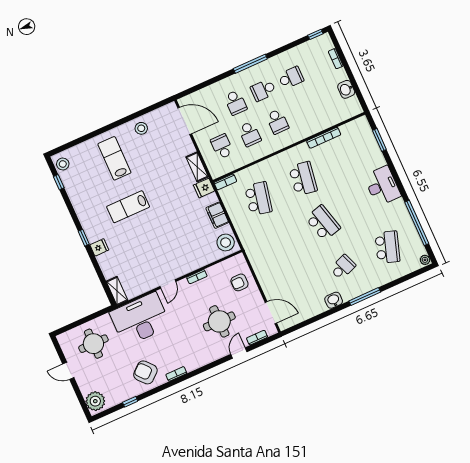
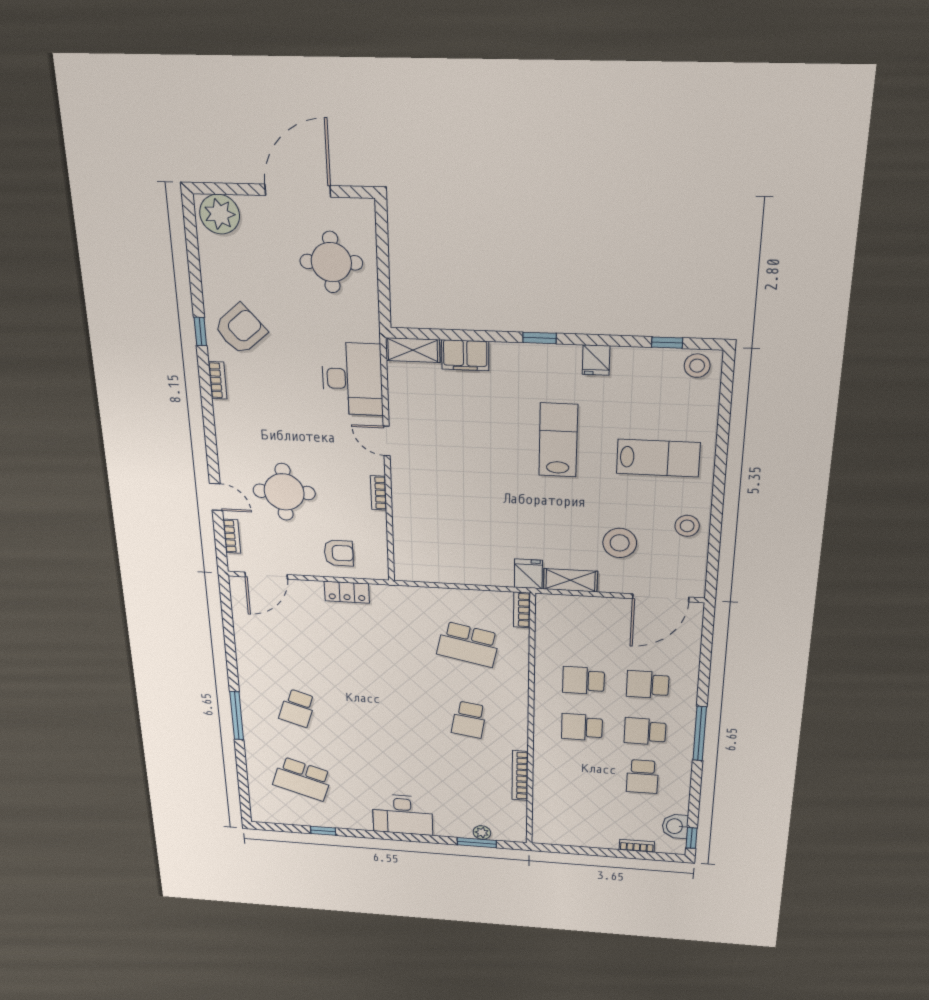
washbasin: (346, 89) -> (675, 826), moved, turned -90
school desk: (263, 90) -> (645, 731), turned -90
school desk: (222, 146) -> (585, 632), removed
school desk: (303, 179) -> (469, 720), width x0.54
filing cabinet: (217, 215) -> (465, 355), moved, turned 180
school desk: (323, 223) -> (383, 714), removed
window: (417, 223) -> (323, 831), width x0.32
stool: (226, 243) -> (620, 543), moved
fridge: (99, 247) -> (596, 360), moved
plant: (425, 260) -> (482, 833), moved
school desk: (343, 267) -> (297, 708), turned 39
locker: (260, 270) -> (347, 592), added
armchair: (239, 282) -> (339, 553), turned 90
washbasin: (334, 300) -> (249, 672), removed
desk: (140, 319) -> (352, 379), width x0.73, depth x0.77
door: (68, 371) -> (298, 191), width x1.88
window: (130, 402) -> (200, 331), moved

